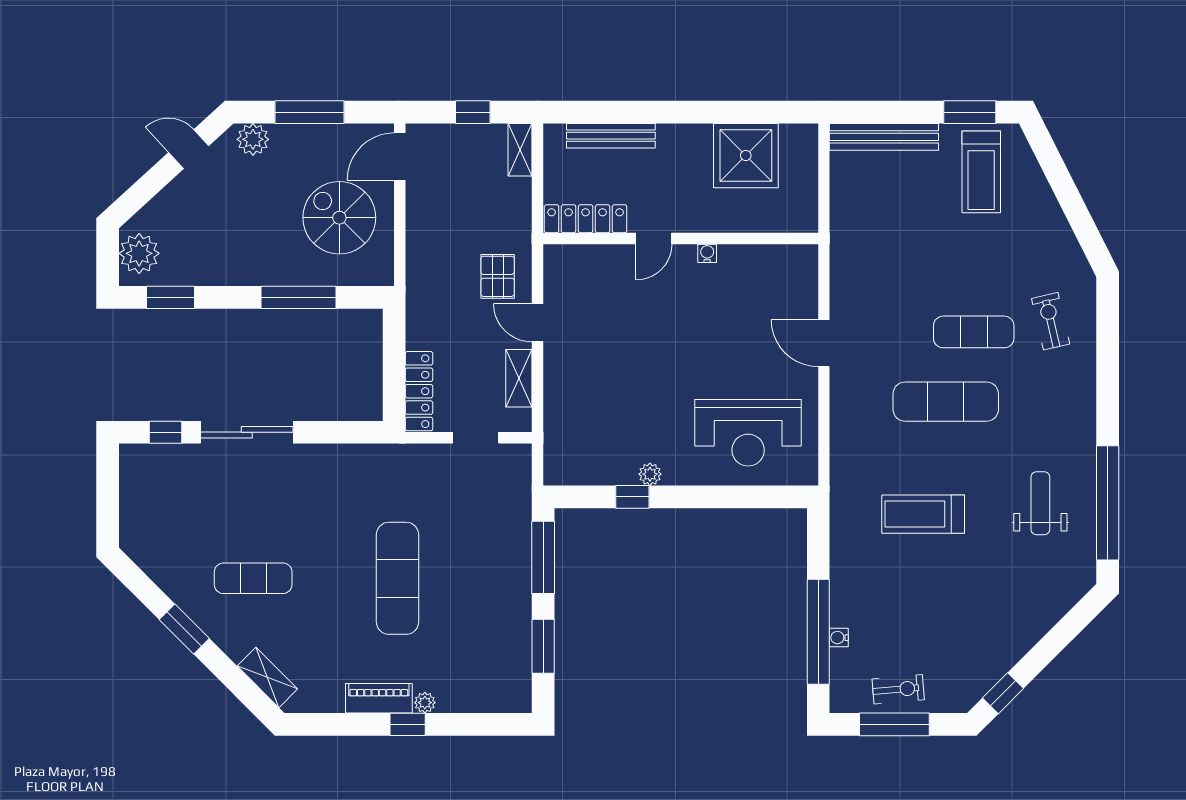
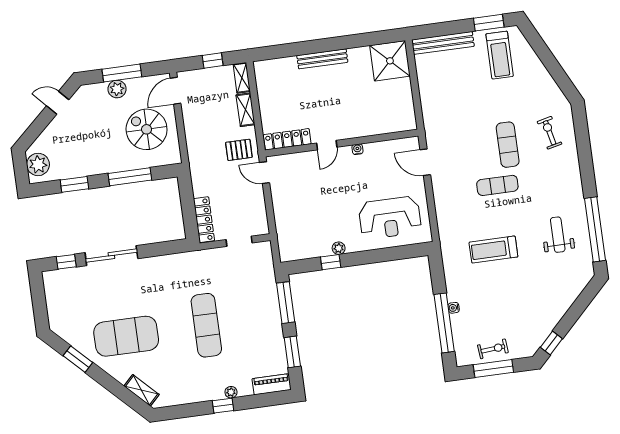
bench: (611, 136) -> (322, 59), moved
plant: (253, 139) -> (117, 89), moved
shower: (746, 156) -> (390, 61), moved
locker: (586, 219) -> (287, 139), moved
door: (654, 238) -> (327, 145), moved
wall: (681, 238) -> (342, 143), moved
water cooler: (707, 253) -> (357, 149), moved
pallet: (498, 276) -> (239, 150), turned 90
window: (171, 297) -> (74, 184), moved
exercise mat: (974, 332) -> (508, 145), turned 90
shelving: (519, 378) -> (245, 110), moved
exercise mat: (946, 402) -> (497, 185), width x0.73, depth x0.69
exercise mat: (253, 578) -> (126, 336), width x2.00, depth x1.45
window: (184, 629) -> (78, 359), moved
water cooler: (839, 638) -> (454, 308), moved
piano: (379, 698) -> (272, 384), moved

